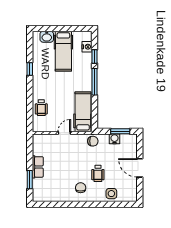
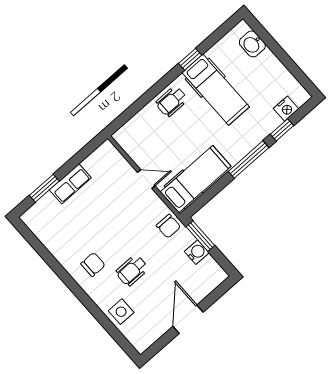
hospital bed: (63, 51) -> (216, 90), moved, turned -90
wheelchair: (41, 108) -> (172, 101), moved
window: (120, 131) -> (200, 236), moved

